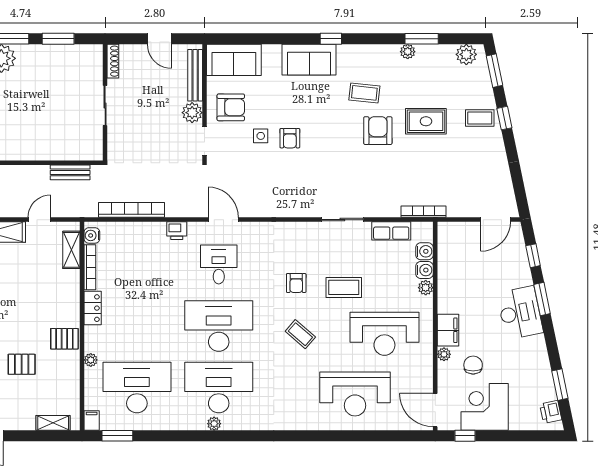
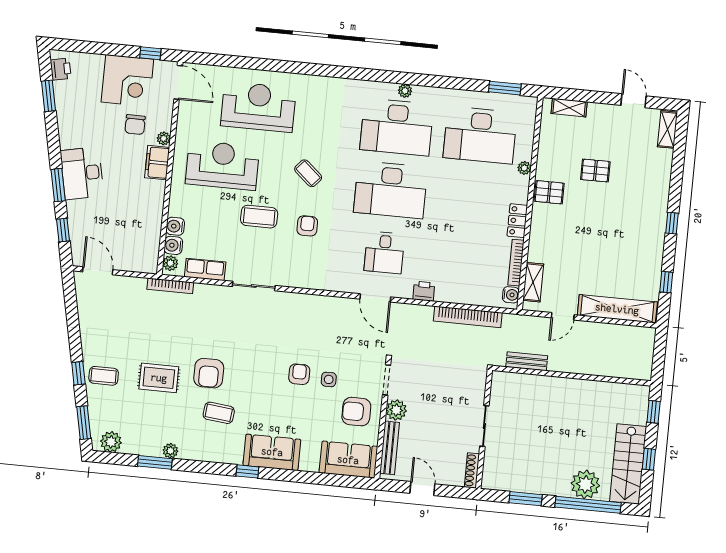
door: (495, 220) -> (98, 271), hinge flipped
plant: (426, 288) -> (170, 263), moved
filing cabinet: (92, 420) -> (530, 106), removed

